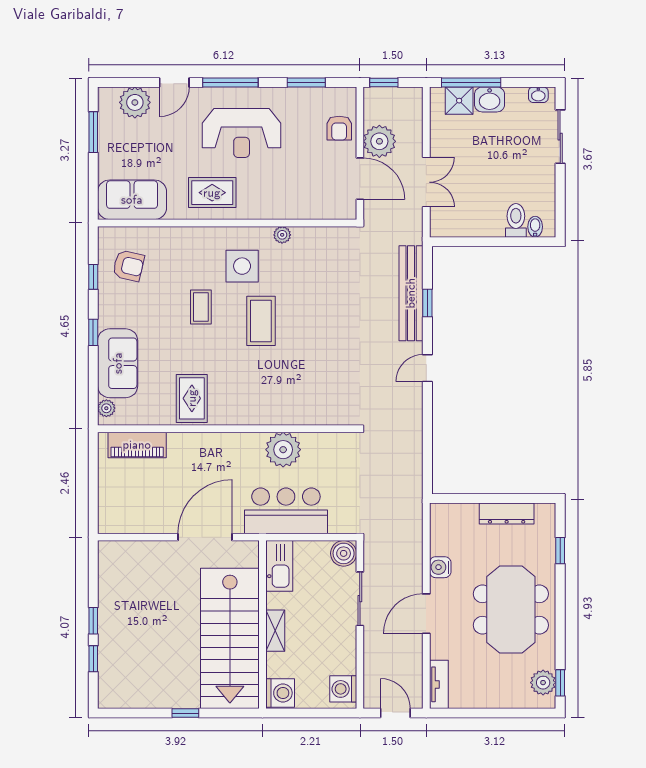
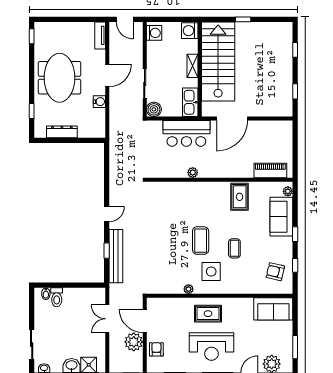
reception desk: (242, 133) -> (211, 347), turned 180
rug: (212, 193) -> (208, 314), moved
plant: (283, 450) -> (193, 173), width x0.53, depth x0.53
window: (93, 621) -> (295, 91), moved
plant: (543, 683) -> (41, 36), removed

